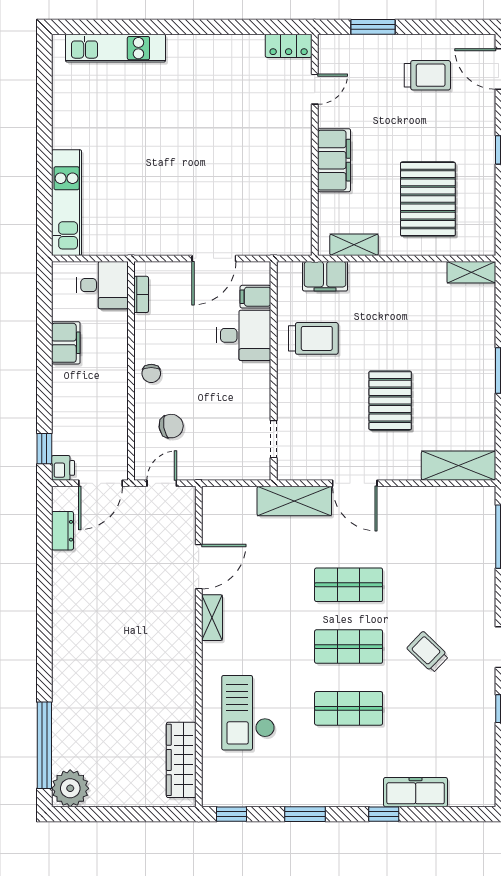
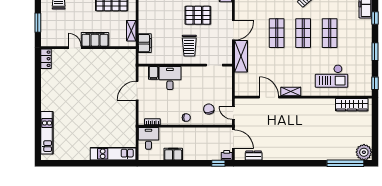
door: (315, 89) -> (75, 48), moved
door: (214, 258) -> (137, 91), swing flipped
trolley: (313, 338) -> (189, 46), moved, turned 180

